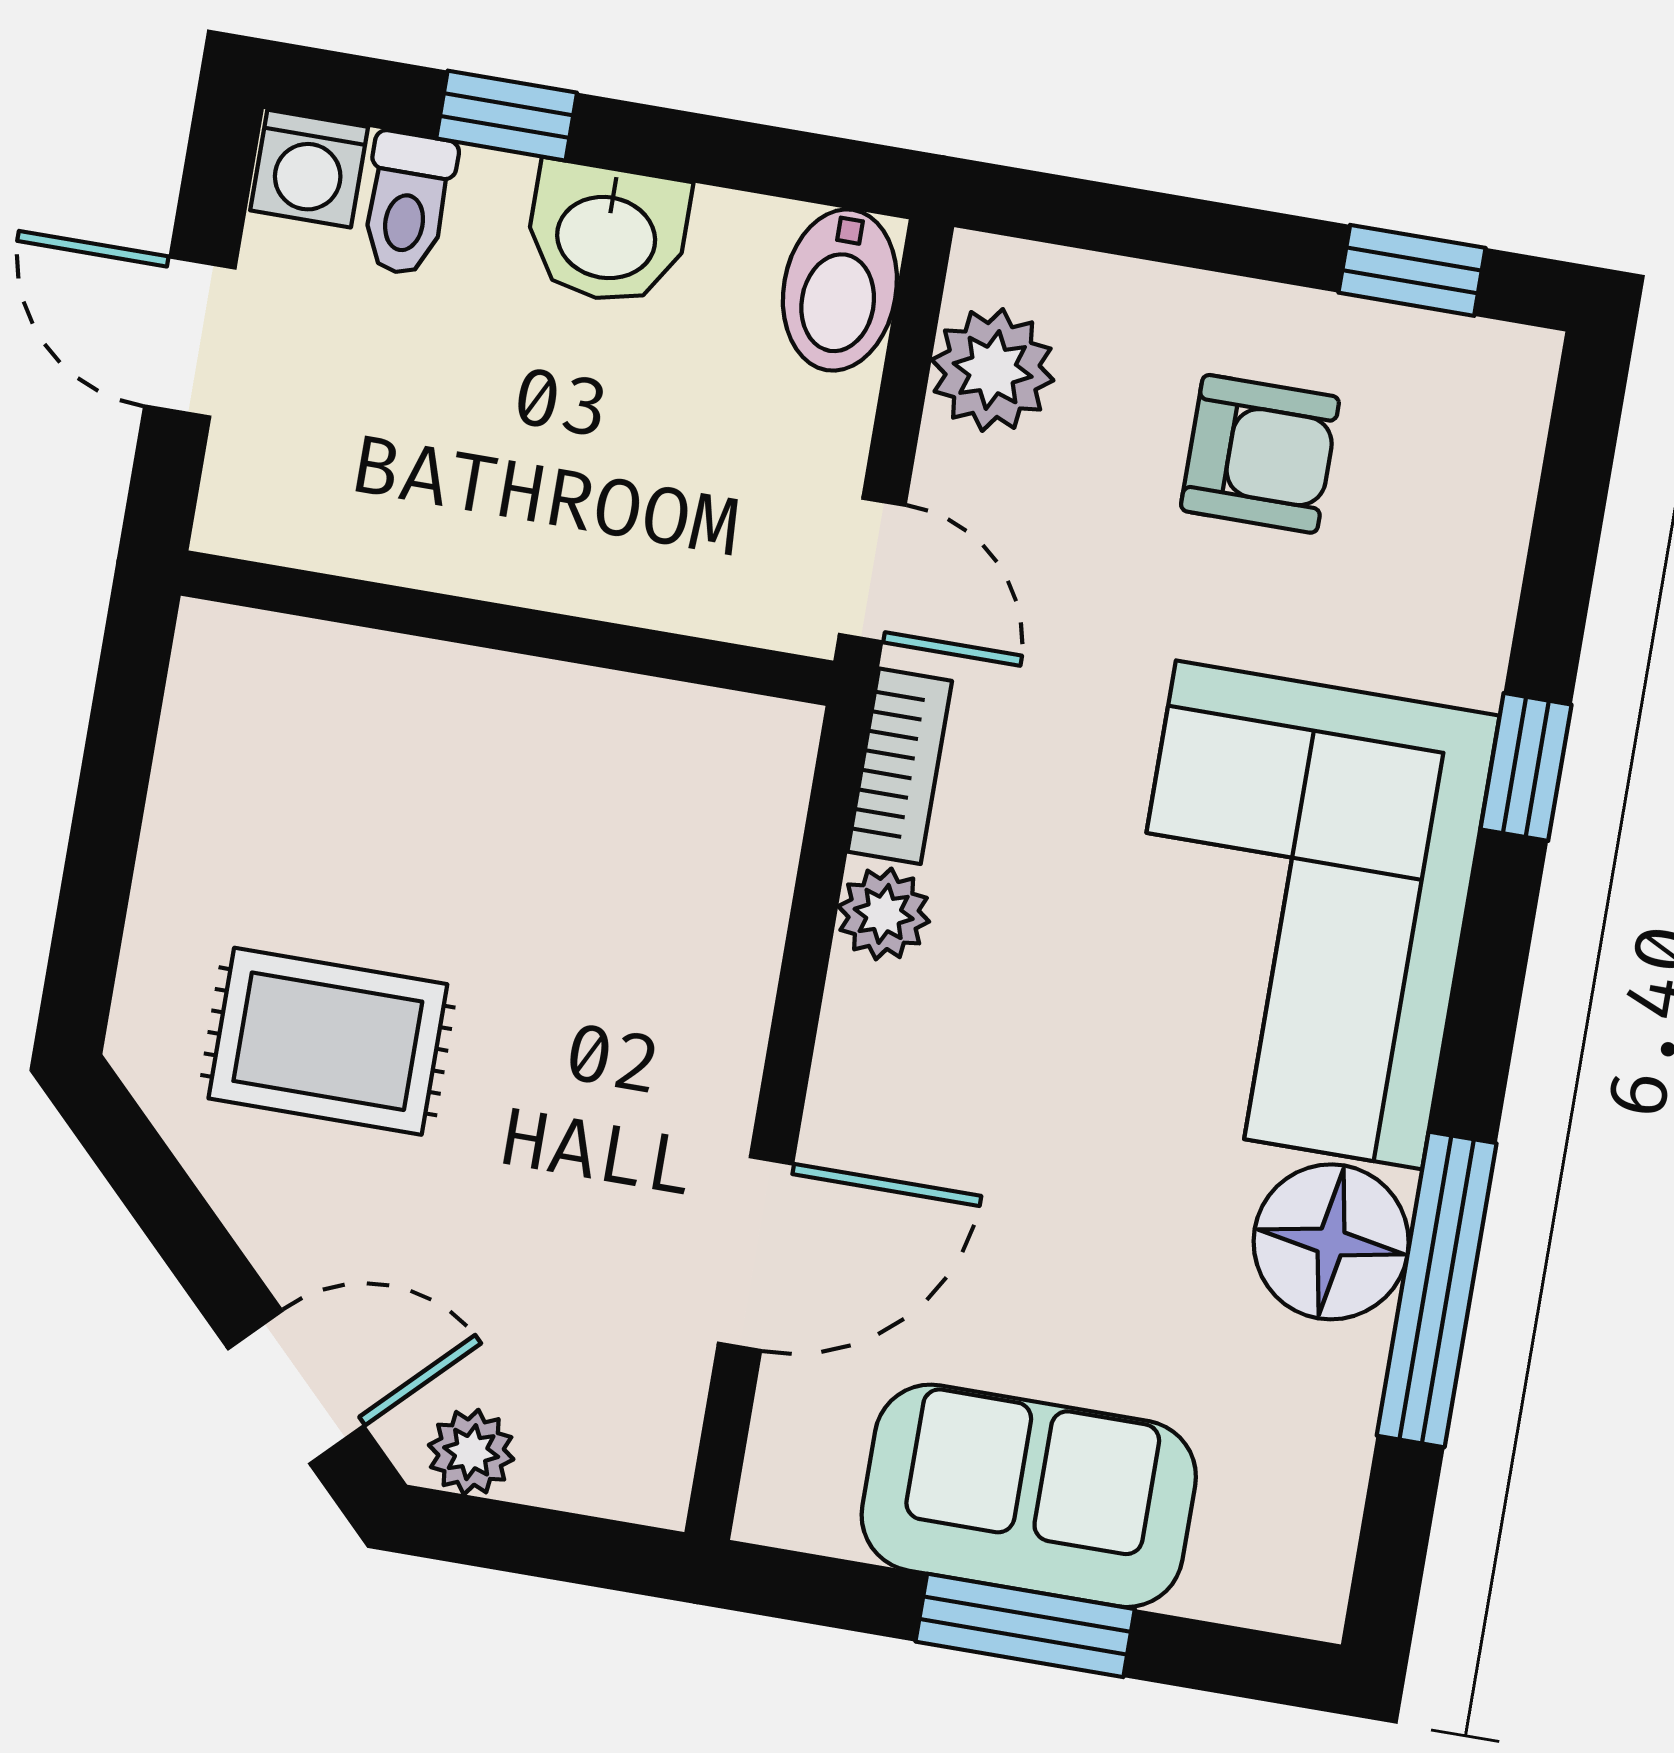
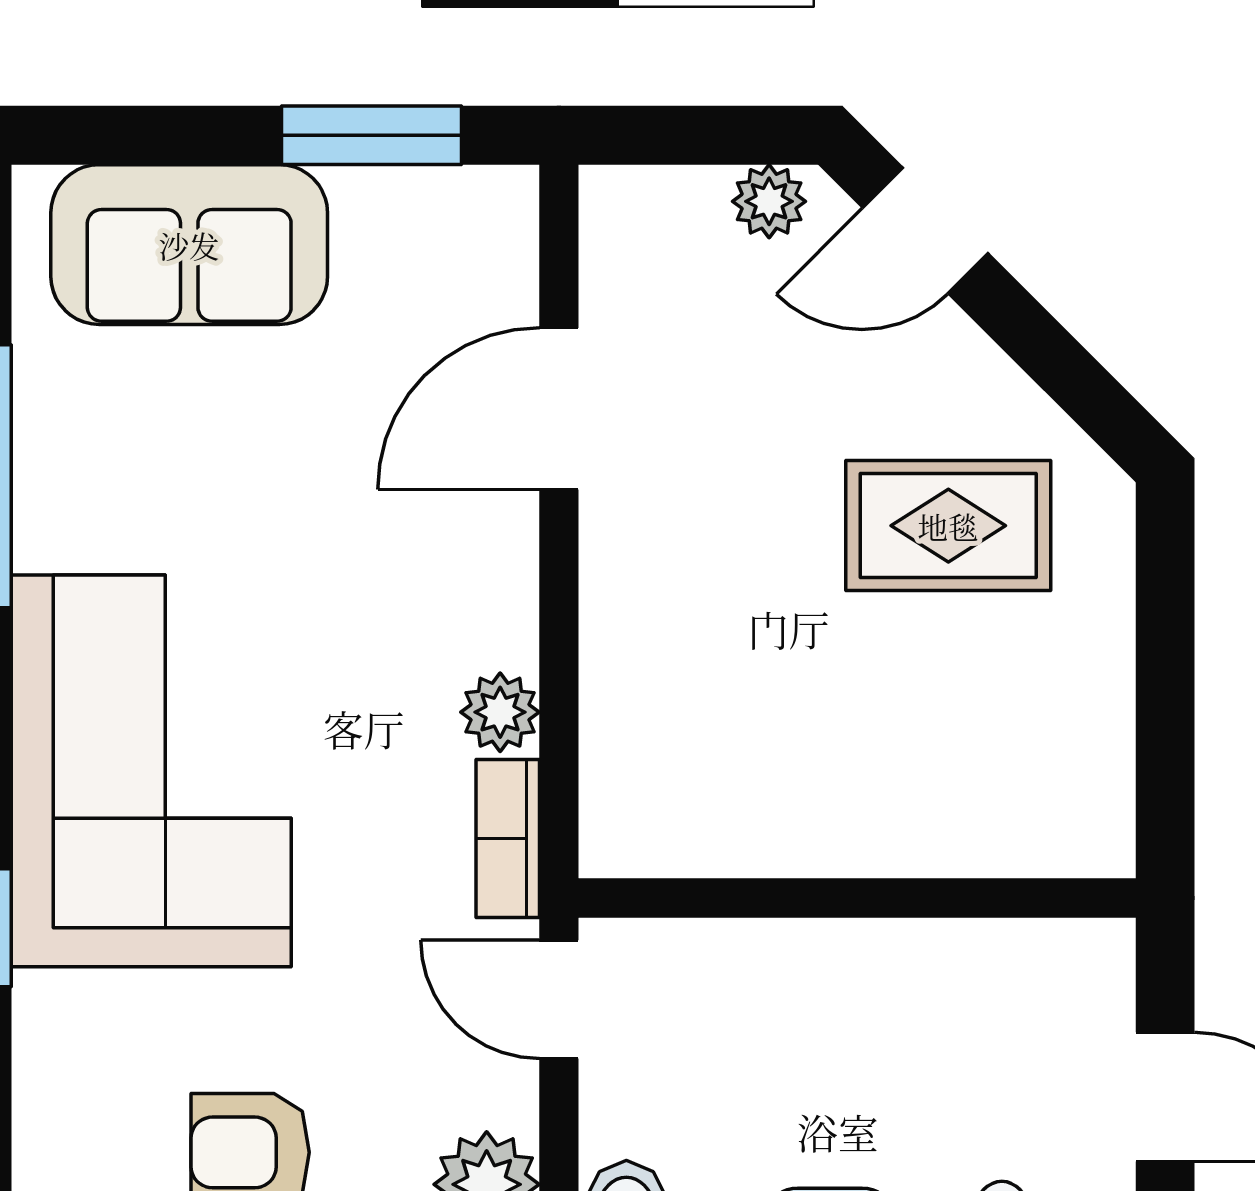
floor lamp: (1331, 1242) -> (77, 501), removed
sofa: (1029, 1496) -> (189, 245), moved
window: (1025, 1625) -> (371, 135), moved

